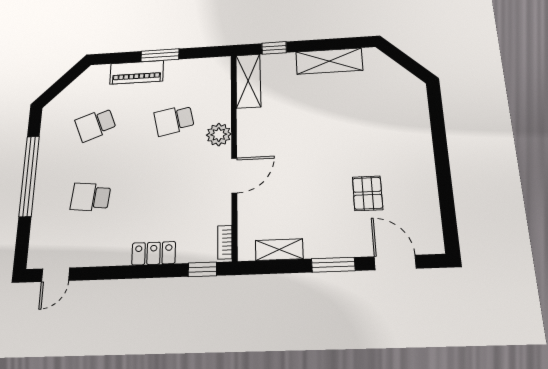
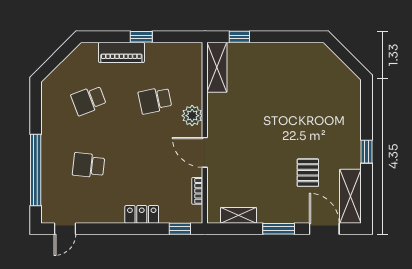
window: (160, 55) -> (141, 37), width x0.67
shelving: (329, 61) -> (350, 196), moved, turned 90
window: (442, 165) -> (367, 152), added
door: (234, 175) -> (205, 152), swing flipped
window: (29, 176) -> (36, 170), moved
bookcase: (225, 242) -> (197, 191), moved

